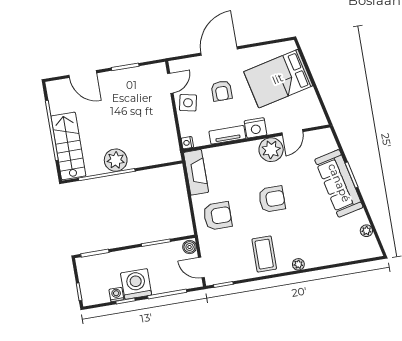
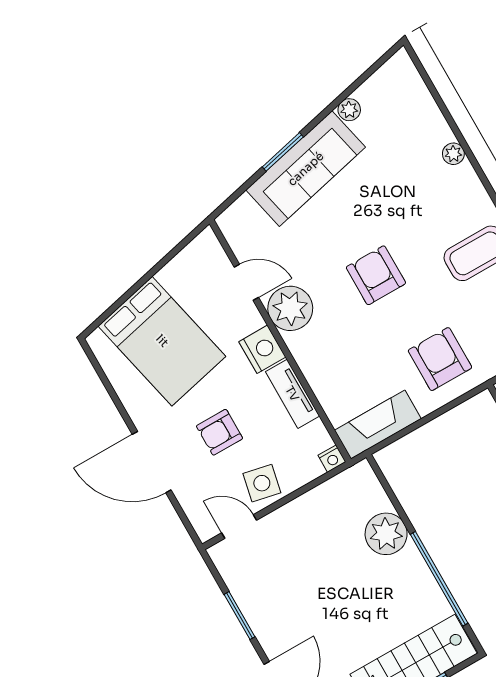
armchair: (222, 91) -> (220, 432), turned 180
plant: (116, 160) -> (386, 534), moved
plant: (366, 231) -> (349, 110), moved
plant: (298, 264) -> (453, 154), moved

